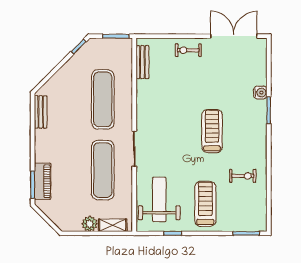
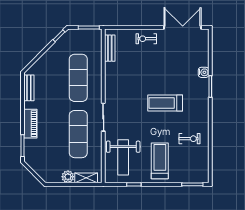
treadmill: (212, 131) -> (165, 103), turned -90
piano: (43, 181) -> (30, 124), moved
weight bench: (159, 199) -> (123, 157), turned 180

